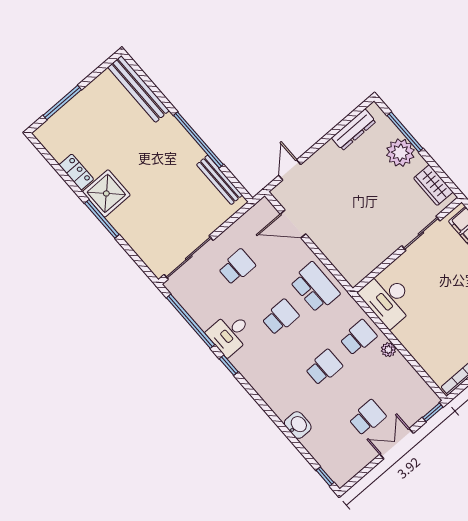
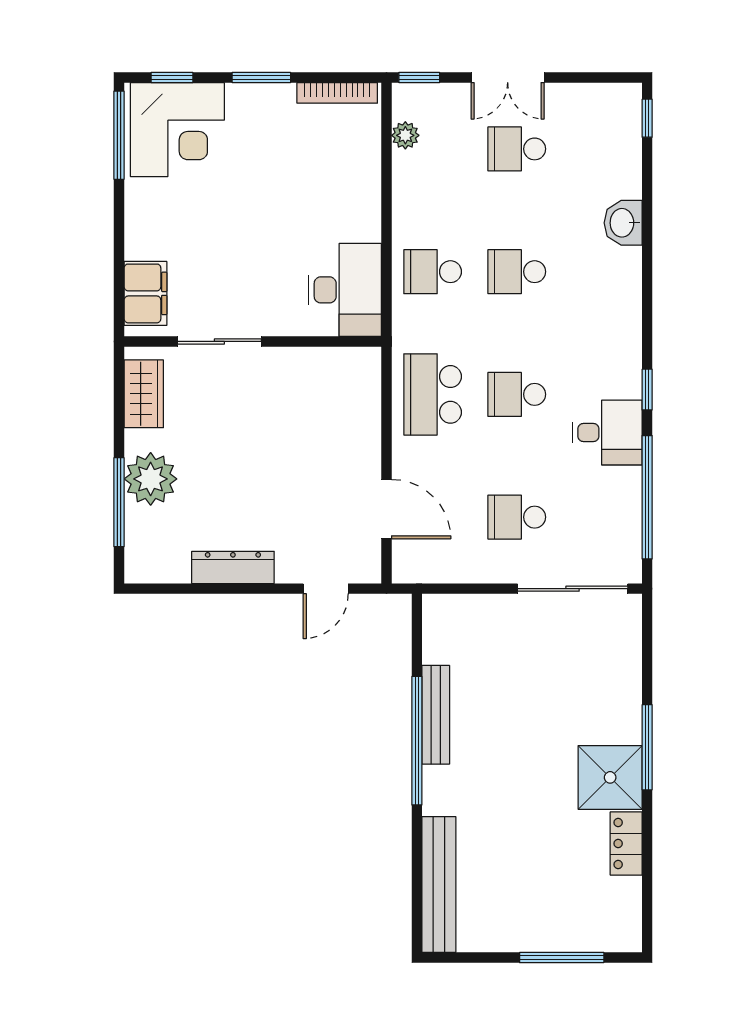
dresser: (354, 130) -> (233, 567), moved
bench: (219, 180) -> (436, 715), moved
plant: (388, 350) -> (405, 135), moved

